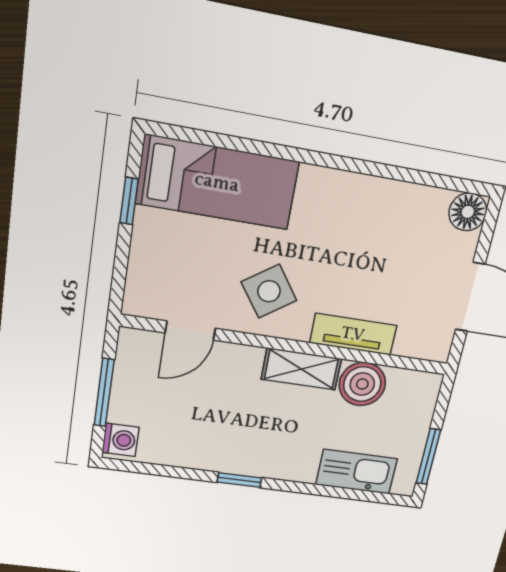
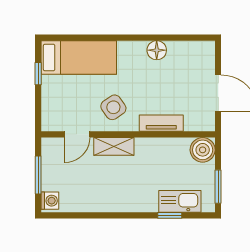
floor lamp: (468, 212) -> (157, 50), moved
shelving: (301, 369) -> (114, 146), moved
boiler: (362, 384) -> (203, 150), moved
window: (239, 480) -> (170, 215), moved

